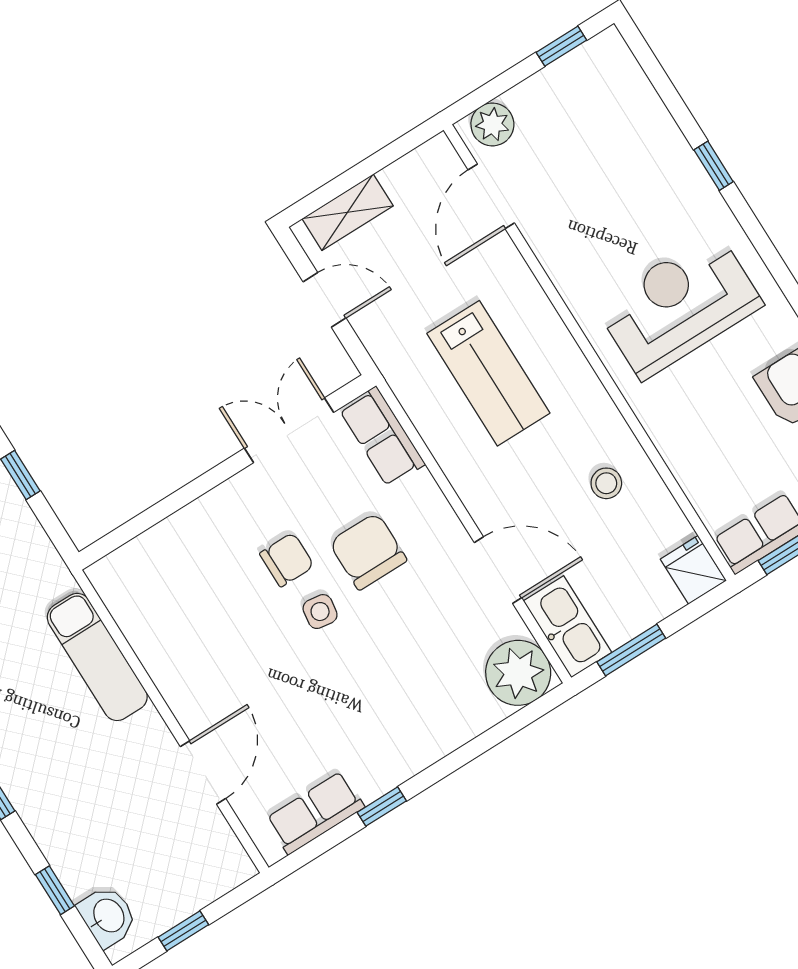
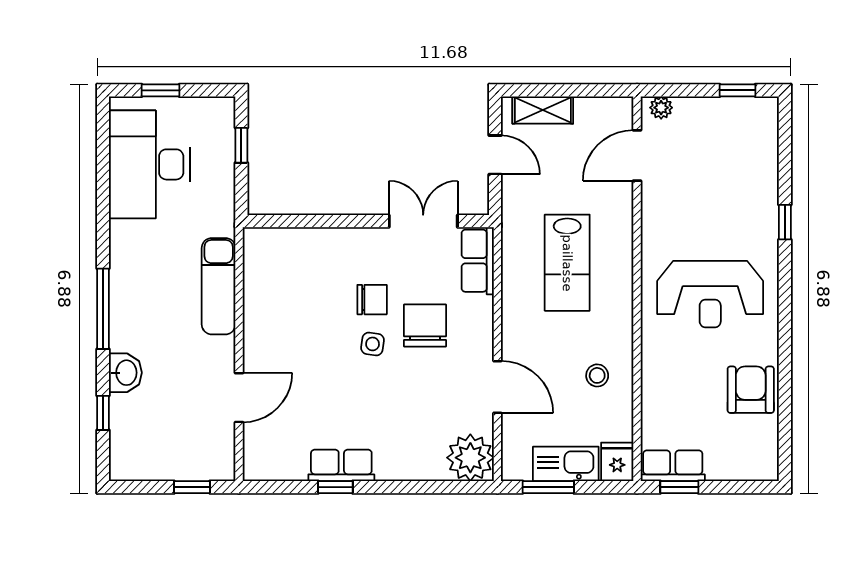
plant: (492, 124) -> (661, 108), width x0.73, depth x0.73
reception desk: (679, 305) -> (710, 294), turned 180
kitchen sink: (567, 627) -> (566, 464), moved, turned -90
row of seats: (315, 813) -> (341, 465), moved
washbasin: (108, 916) -> (125, 373), moved
window: (183, 931) -> (192, 487), moved

